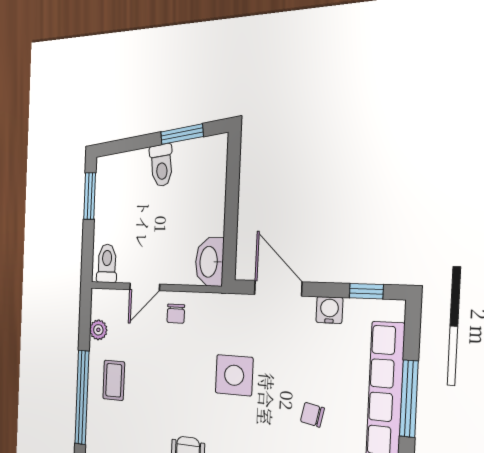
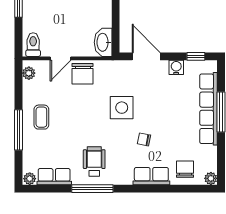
chair: (176, 314) -> (83, 74), width x1.87, depth x1.87
plant: (98, 330) -> (29, 73), moved
window: (82, 397) -> (19, 130), width x0.68
chair: (312, 415) -> (144, 139), moved

